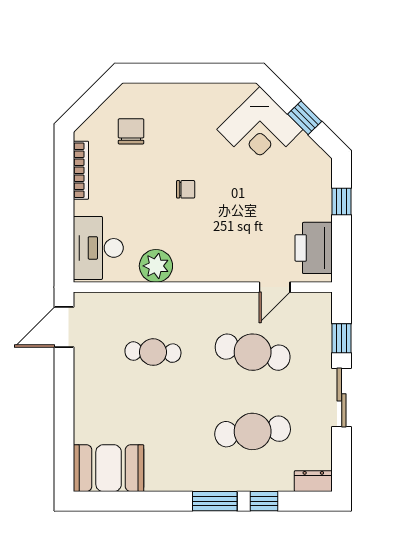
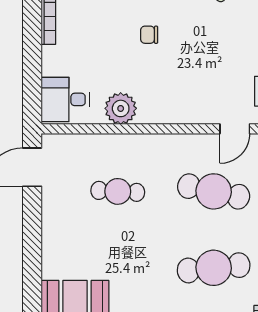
chair: (186, 189) -> (149, 35), turned 180
desk: (98, 248) -> (65, 99), width x0.73

